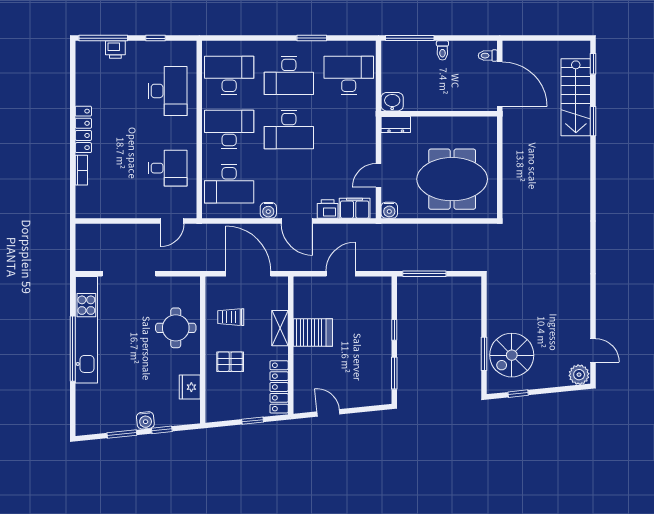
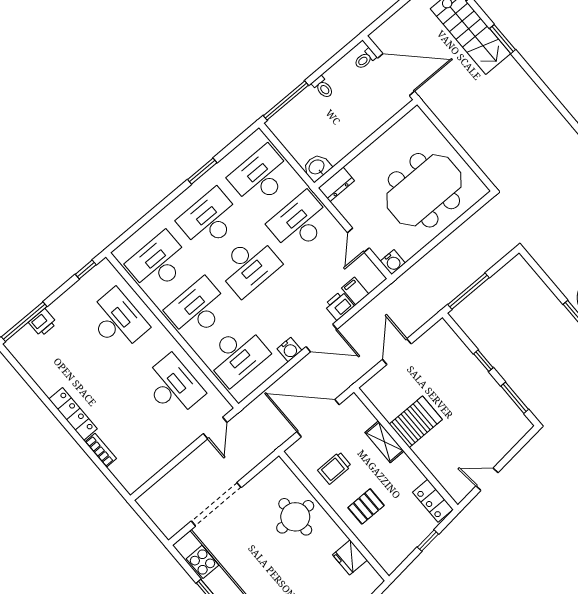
window: (155, 38) -> (86, 270), moved
desk: (289, 75) -> (210, 219), turned 180
desk: (349, 130) -> (300, 223), added
desk: (168, 168) -> (173, 386), width x1.37
filing cabinet: (355, 208) -> (355, 291), width x0.50
locker: (279, 387) -> (433, 501), width x0.66

